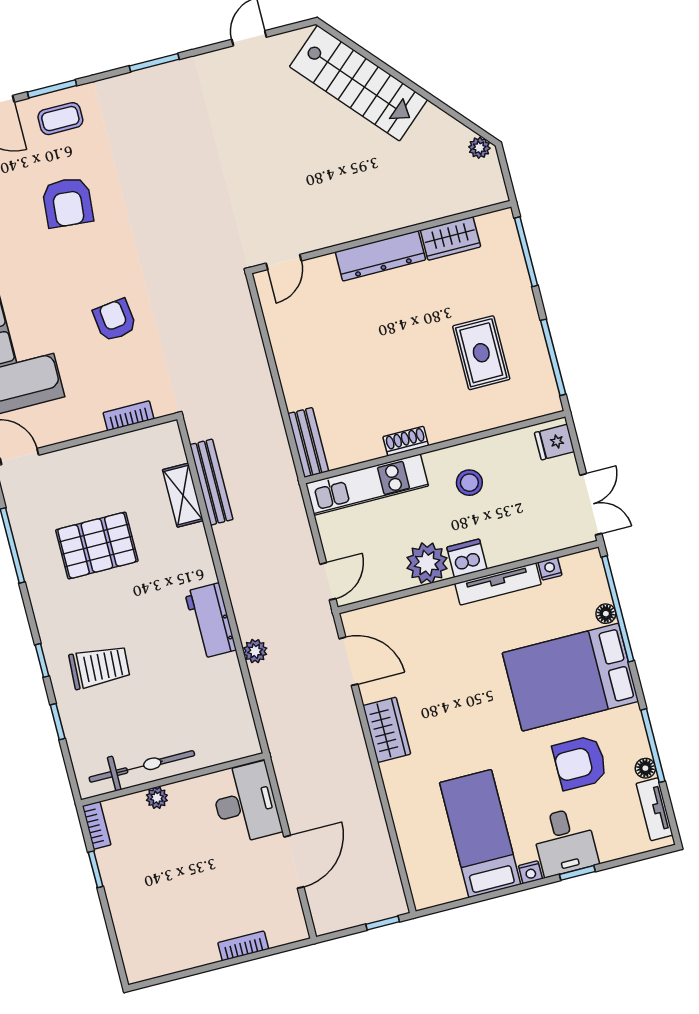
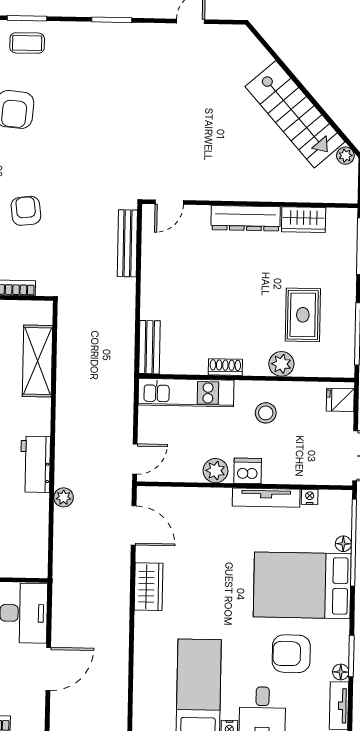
stairs: (358, 83) -> (295, 114), moved
plant: (472, 419) -> (281, 364), added
bench: (211, 482) -> (127, 243), moved
shelving: (183, 495) -> (38, 361), width x1.50, depth x1.33
plant: (427, 563) -> (215, 471), width x0.73, depth x0.73
window: (653, 746) -> (351, 656), width x0.69

